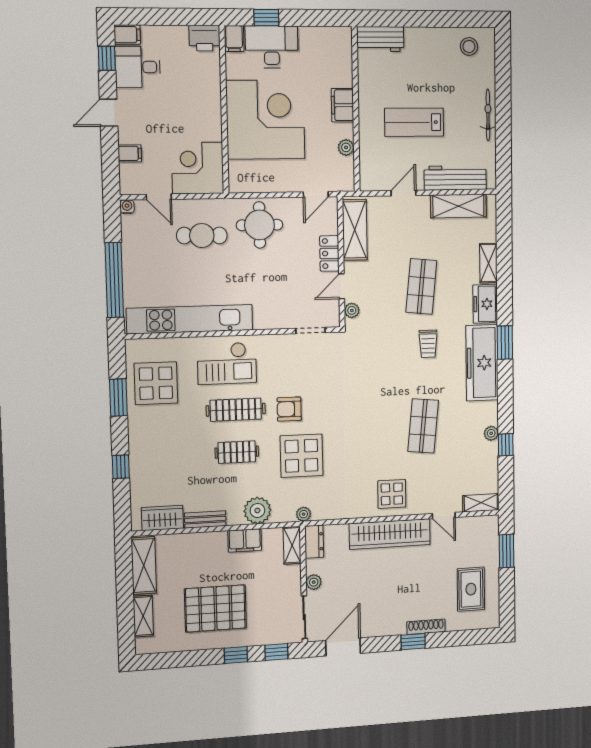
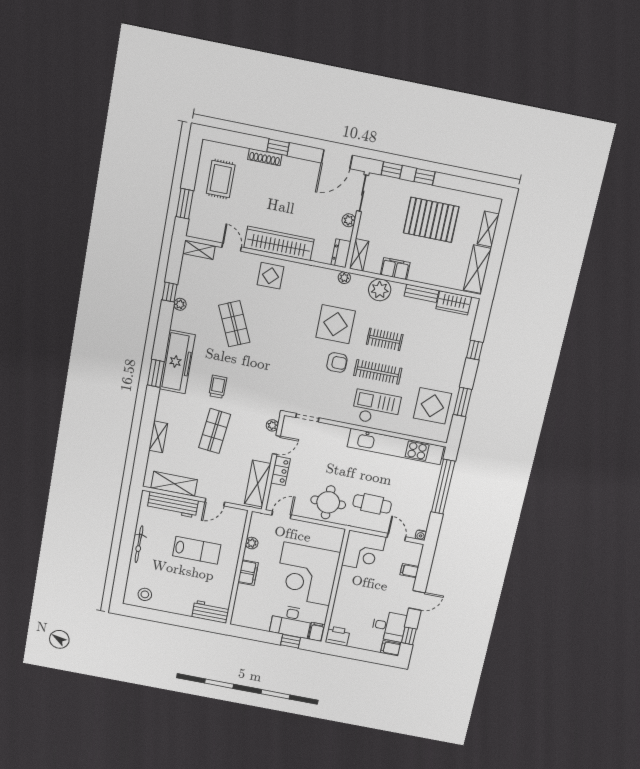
freezer: (485, 304) -> (166, 407), removed
shop shelf: (423, 426) -> (234, 324), turned -30

